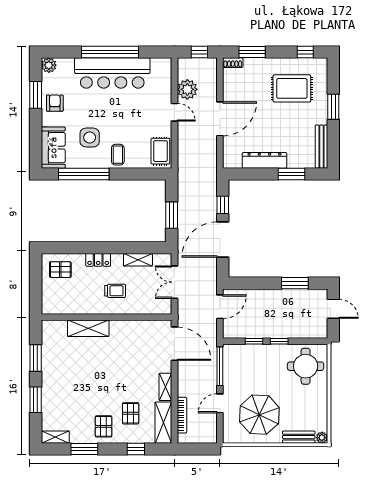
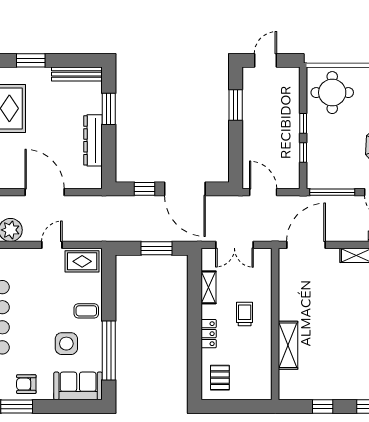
door: (174, 112) -> (52, 245), moved
window: (36, 358) -> (323, 406), width x0.67

